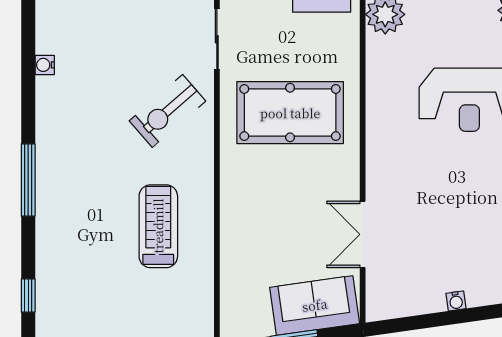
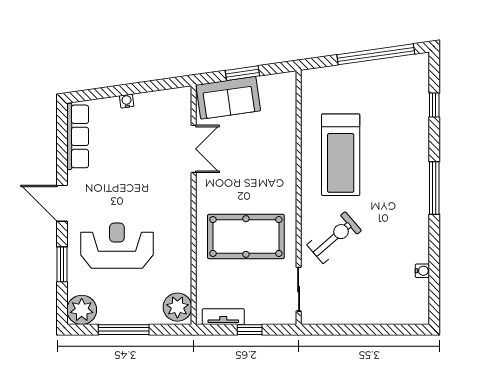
treadmill: (158, 226) -> (341, 155), width x1.37, depth x1.38

